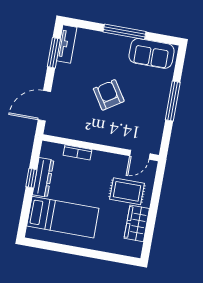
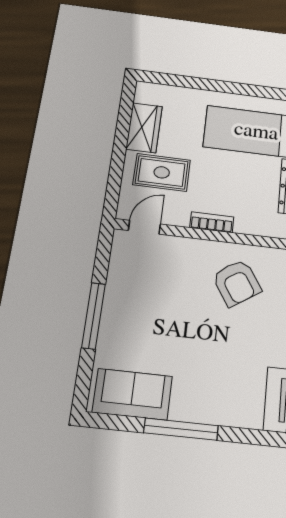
armchair: (109, 95) -> (237, 283), moved
bookcase: (77, 152) -> (212, 222), moved

